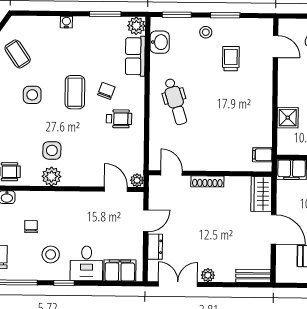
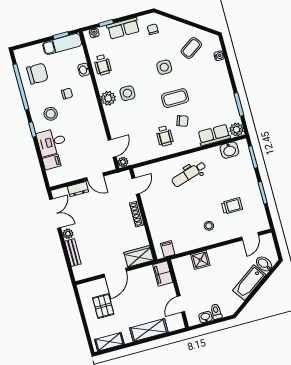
water cooler: (66, 22) -> (219, 56), moved
stool: (206, 32) -> (209, 226), moved
filing cabinet: (120, 270) -> (52, 162), width x0.50
bench: (253, 276) -> (73, 253), moved

